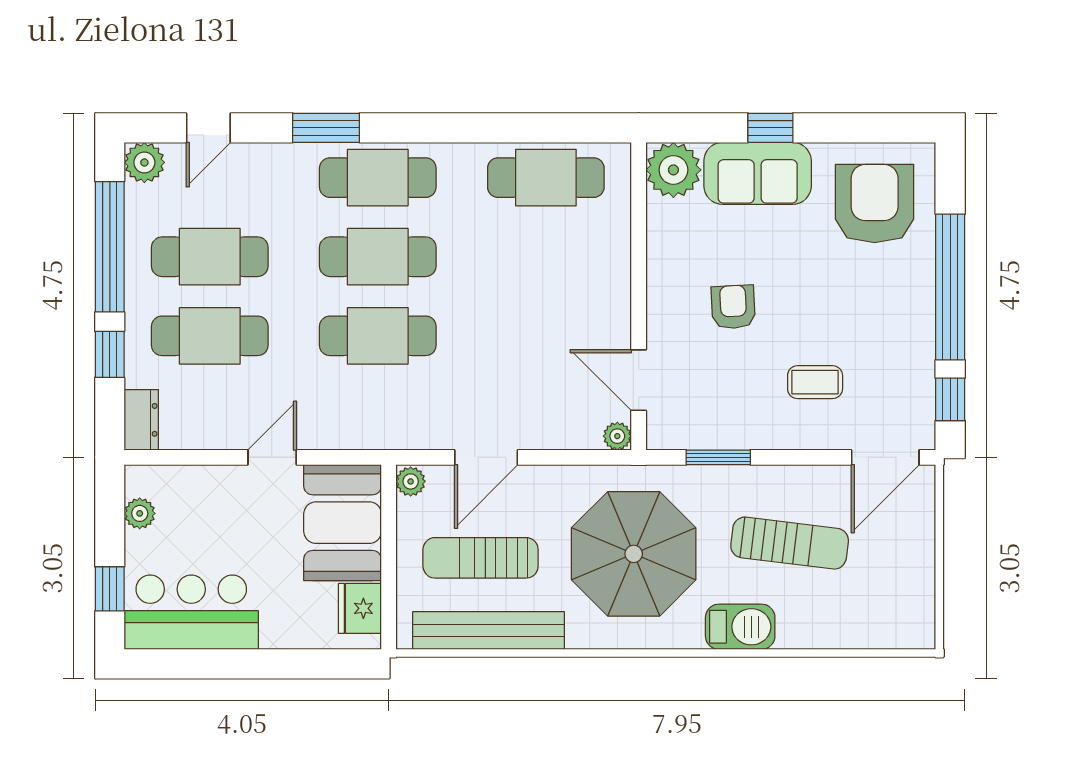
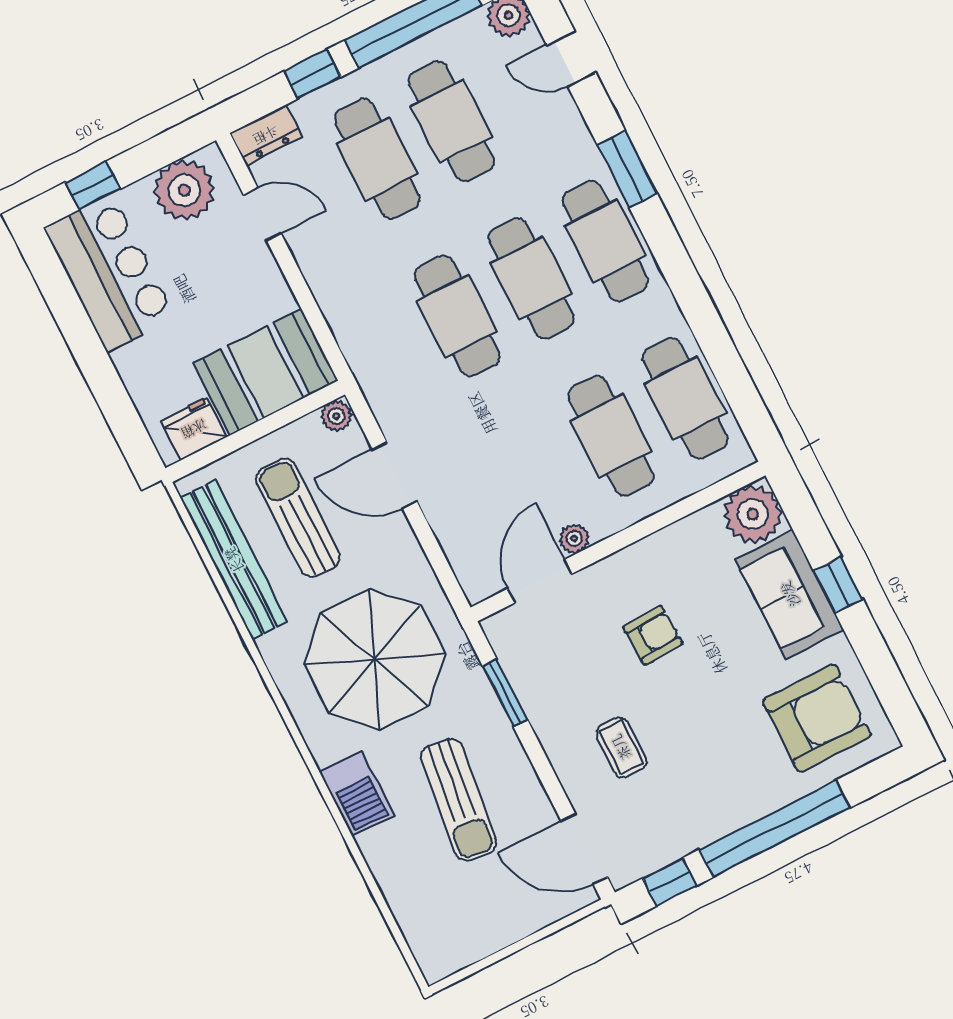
cafe table: (546, 257) -> (611, 436), added
plant: (617, 436) -> (574, 539), moved
door: (272, 457) -> (262, 214), moved
plant: (140, 513) -> (184, 190), width x1.88, depth x1.88

